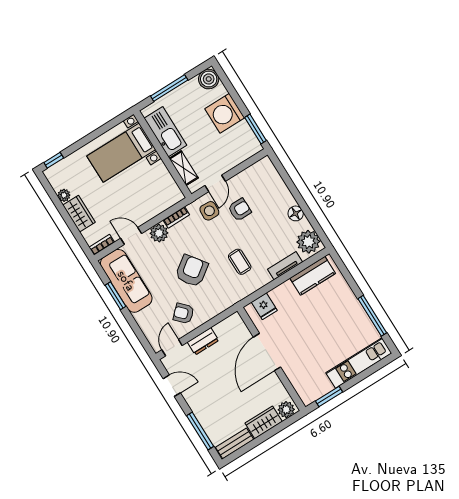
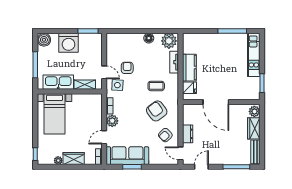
armchair: (192, 271) -> (157, 111), moved
kitchen counter: (313, 276) -> (189, 68), moved

